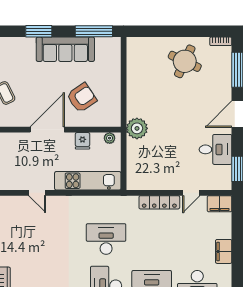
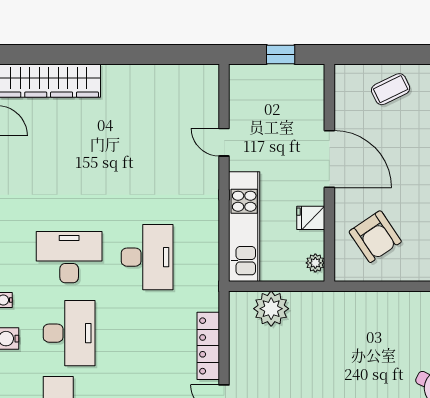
armchair: (82, 98) -> (375, 237), moved
plant: (137, 128) -> (271, 309), moved
door: (37, 193) -> (224, 142), hinge flipped

